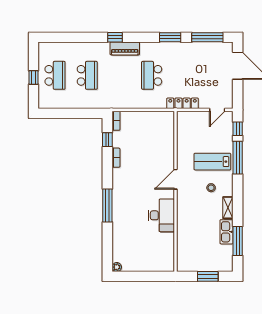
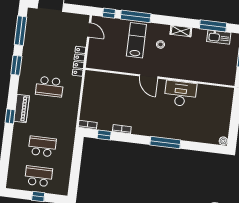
lab bench: (212, 162) -> (136, 40), turned 180
kitchen sink: (226, 232) -> (219, 37), moved

